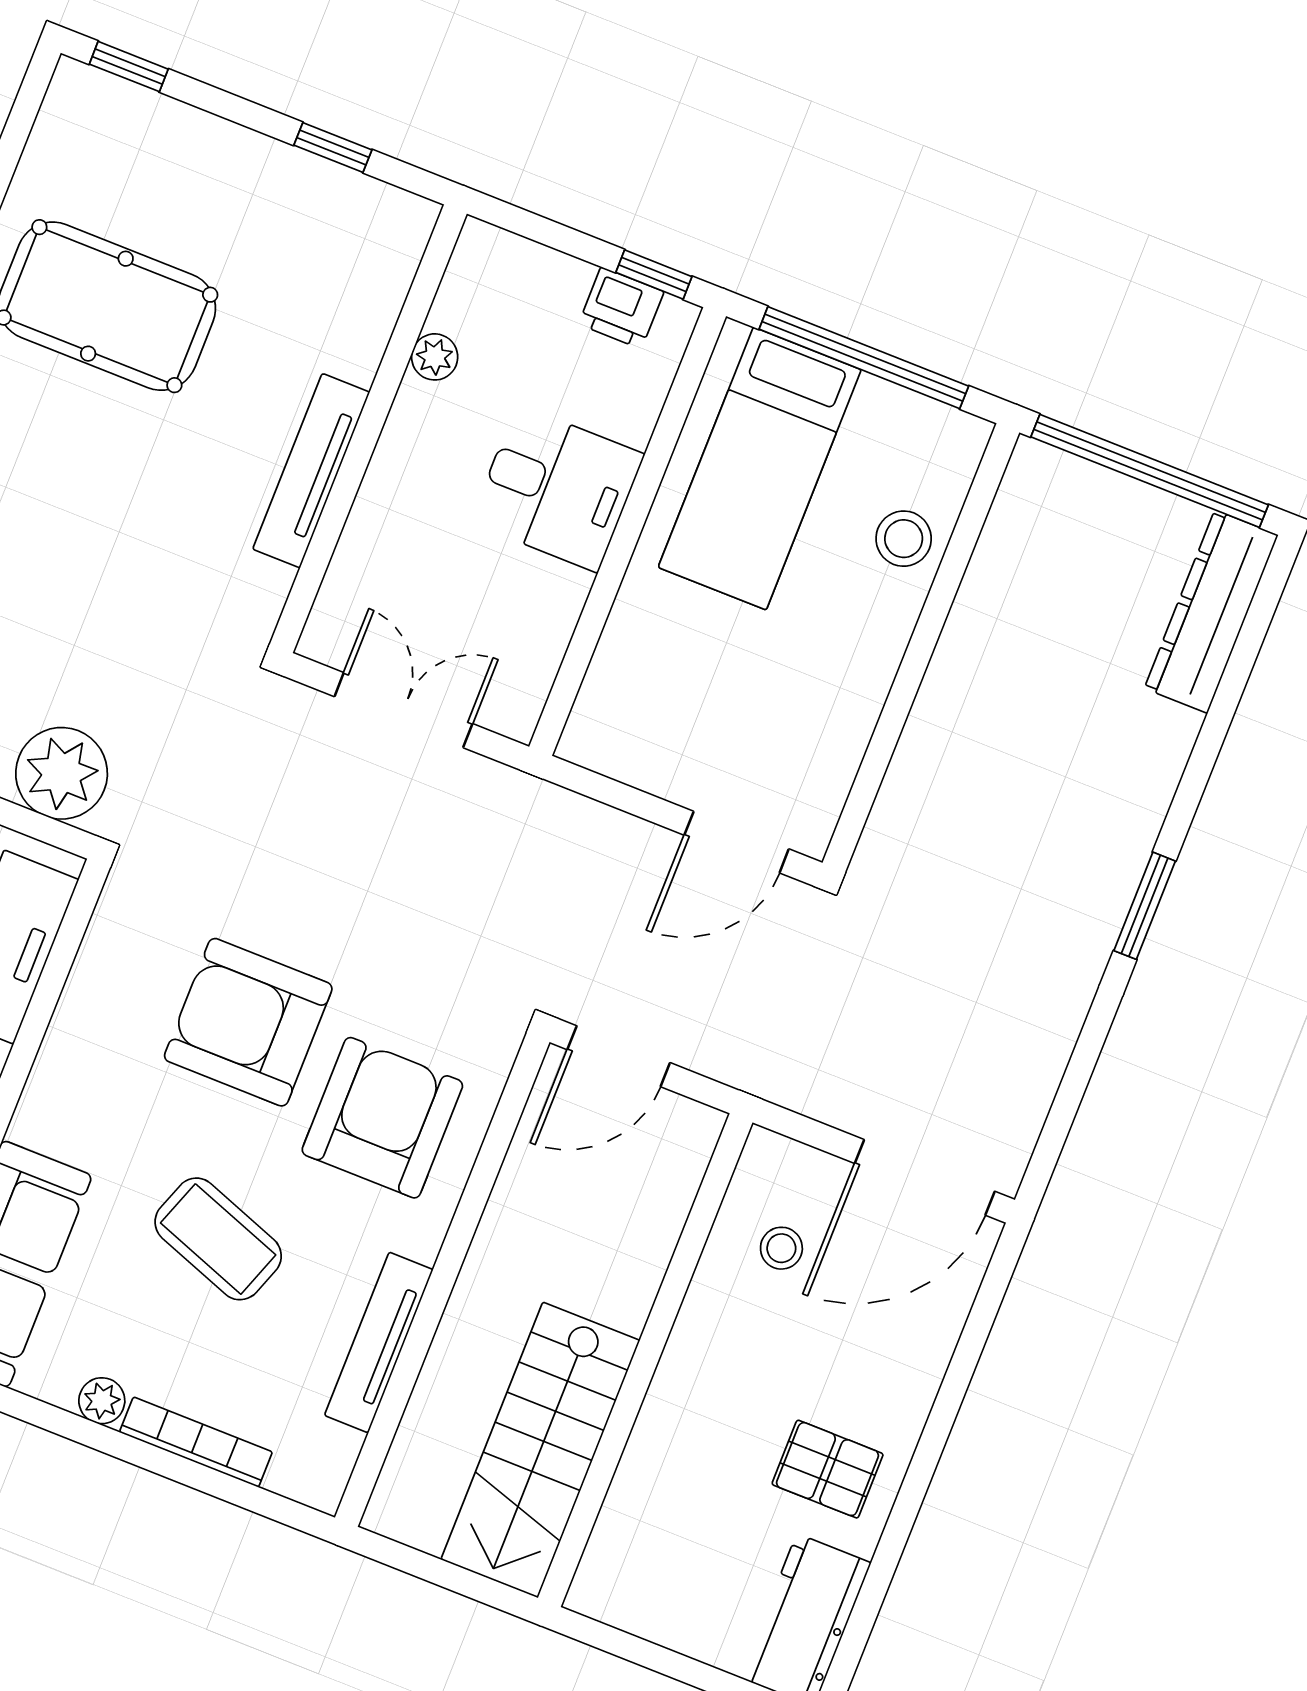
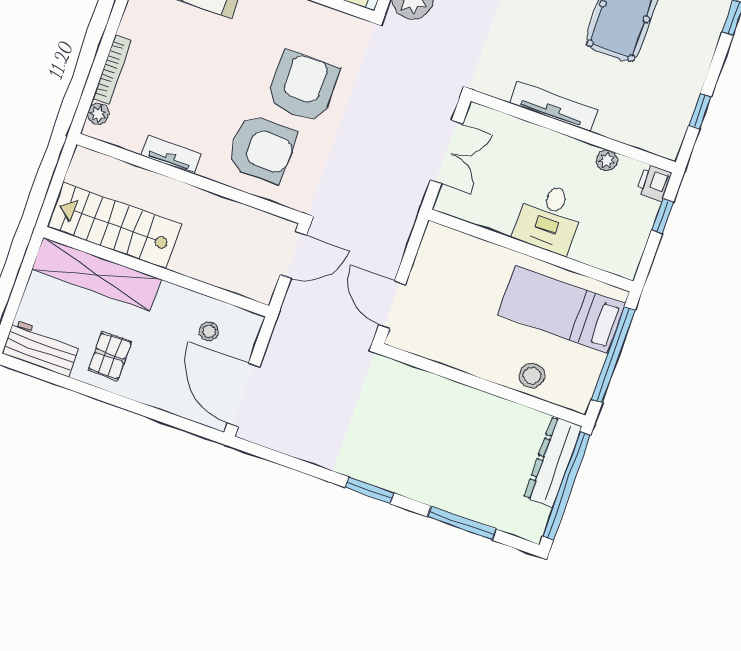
window: (654, 275) -> (663, 216), moved
printer: (621, 308) -> (654, 183), moved
dresser: (1211, 612) -> (553, 462), moved, turned -90
window: (1224, 705) -> (462, 523), added
door: (619, 1056) -> (293, 255), swing flipped
coffee table: (218, 1239) -> (204, 76), removed
tv unit: (379, 1342) -> (171, 155), width x0.71
plant: (102, 1401) -> (98, 114), moved
shelving: (646, 1492) -> (96, 274), added

